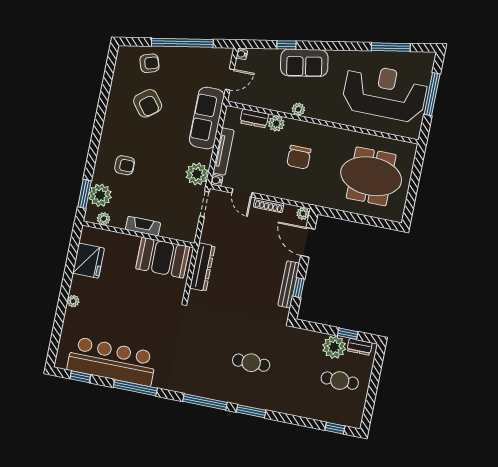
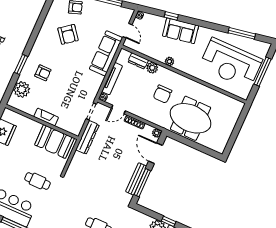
door: (230, 79) -> (127, 31), hinge flipped
reception desk: (385, 93) -> (231, 63), turned 180
plant: (197, 174) -> (91, 90), removed
meeting table: (371, 176) -> (191, 118), moved
door: (242, 193) -> (118, 110), hinge flipped
window: (84, 194) -> (21, 64), moved
plant: (104, 219) -> (20, 106), removed
dresser: (202, 267) -> (87, 137), moved
window: (299, 288) -> (142, 183), width x2.17
cafe table: (151, 318) -> (37, 181), added

